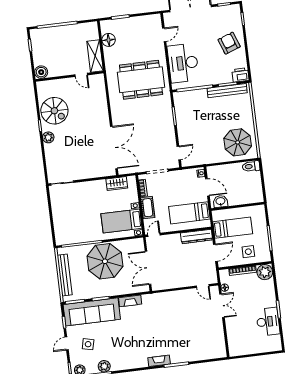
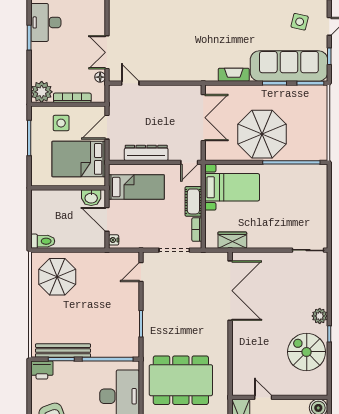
double door: (114, 148) -> (230, 291), swing flipped
bed: (233, 228) -> (79, 159), width x1.50
dresser: (197, 237) -> (146, 153), moved
bench: (65, 275) -> (320, 122), removed

